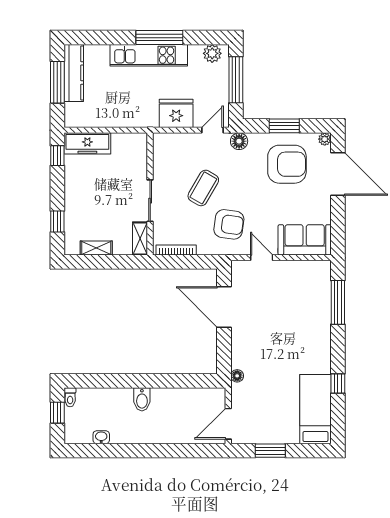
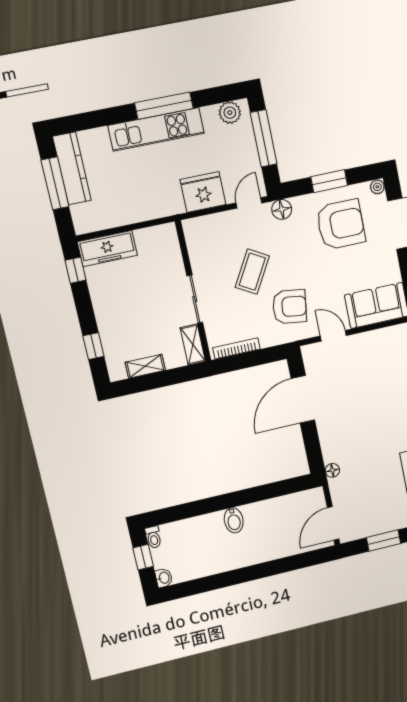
door: (224, 307) -> (303, 399), hinge flipped
washbasin: (101, 437) -> (164, 578), moved, turned 90

